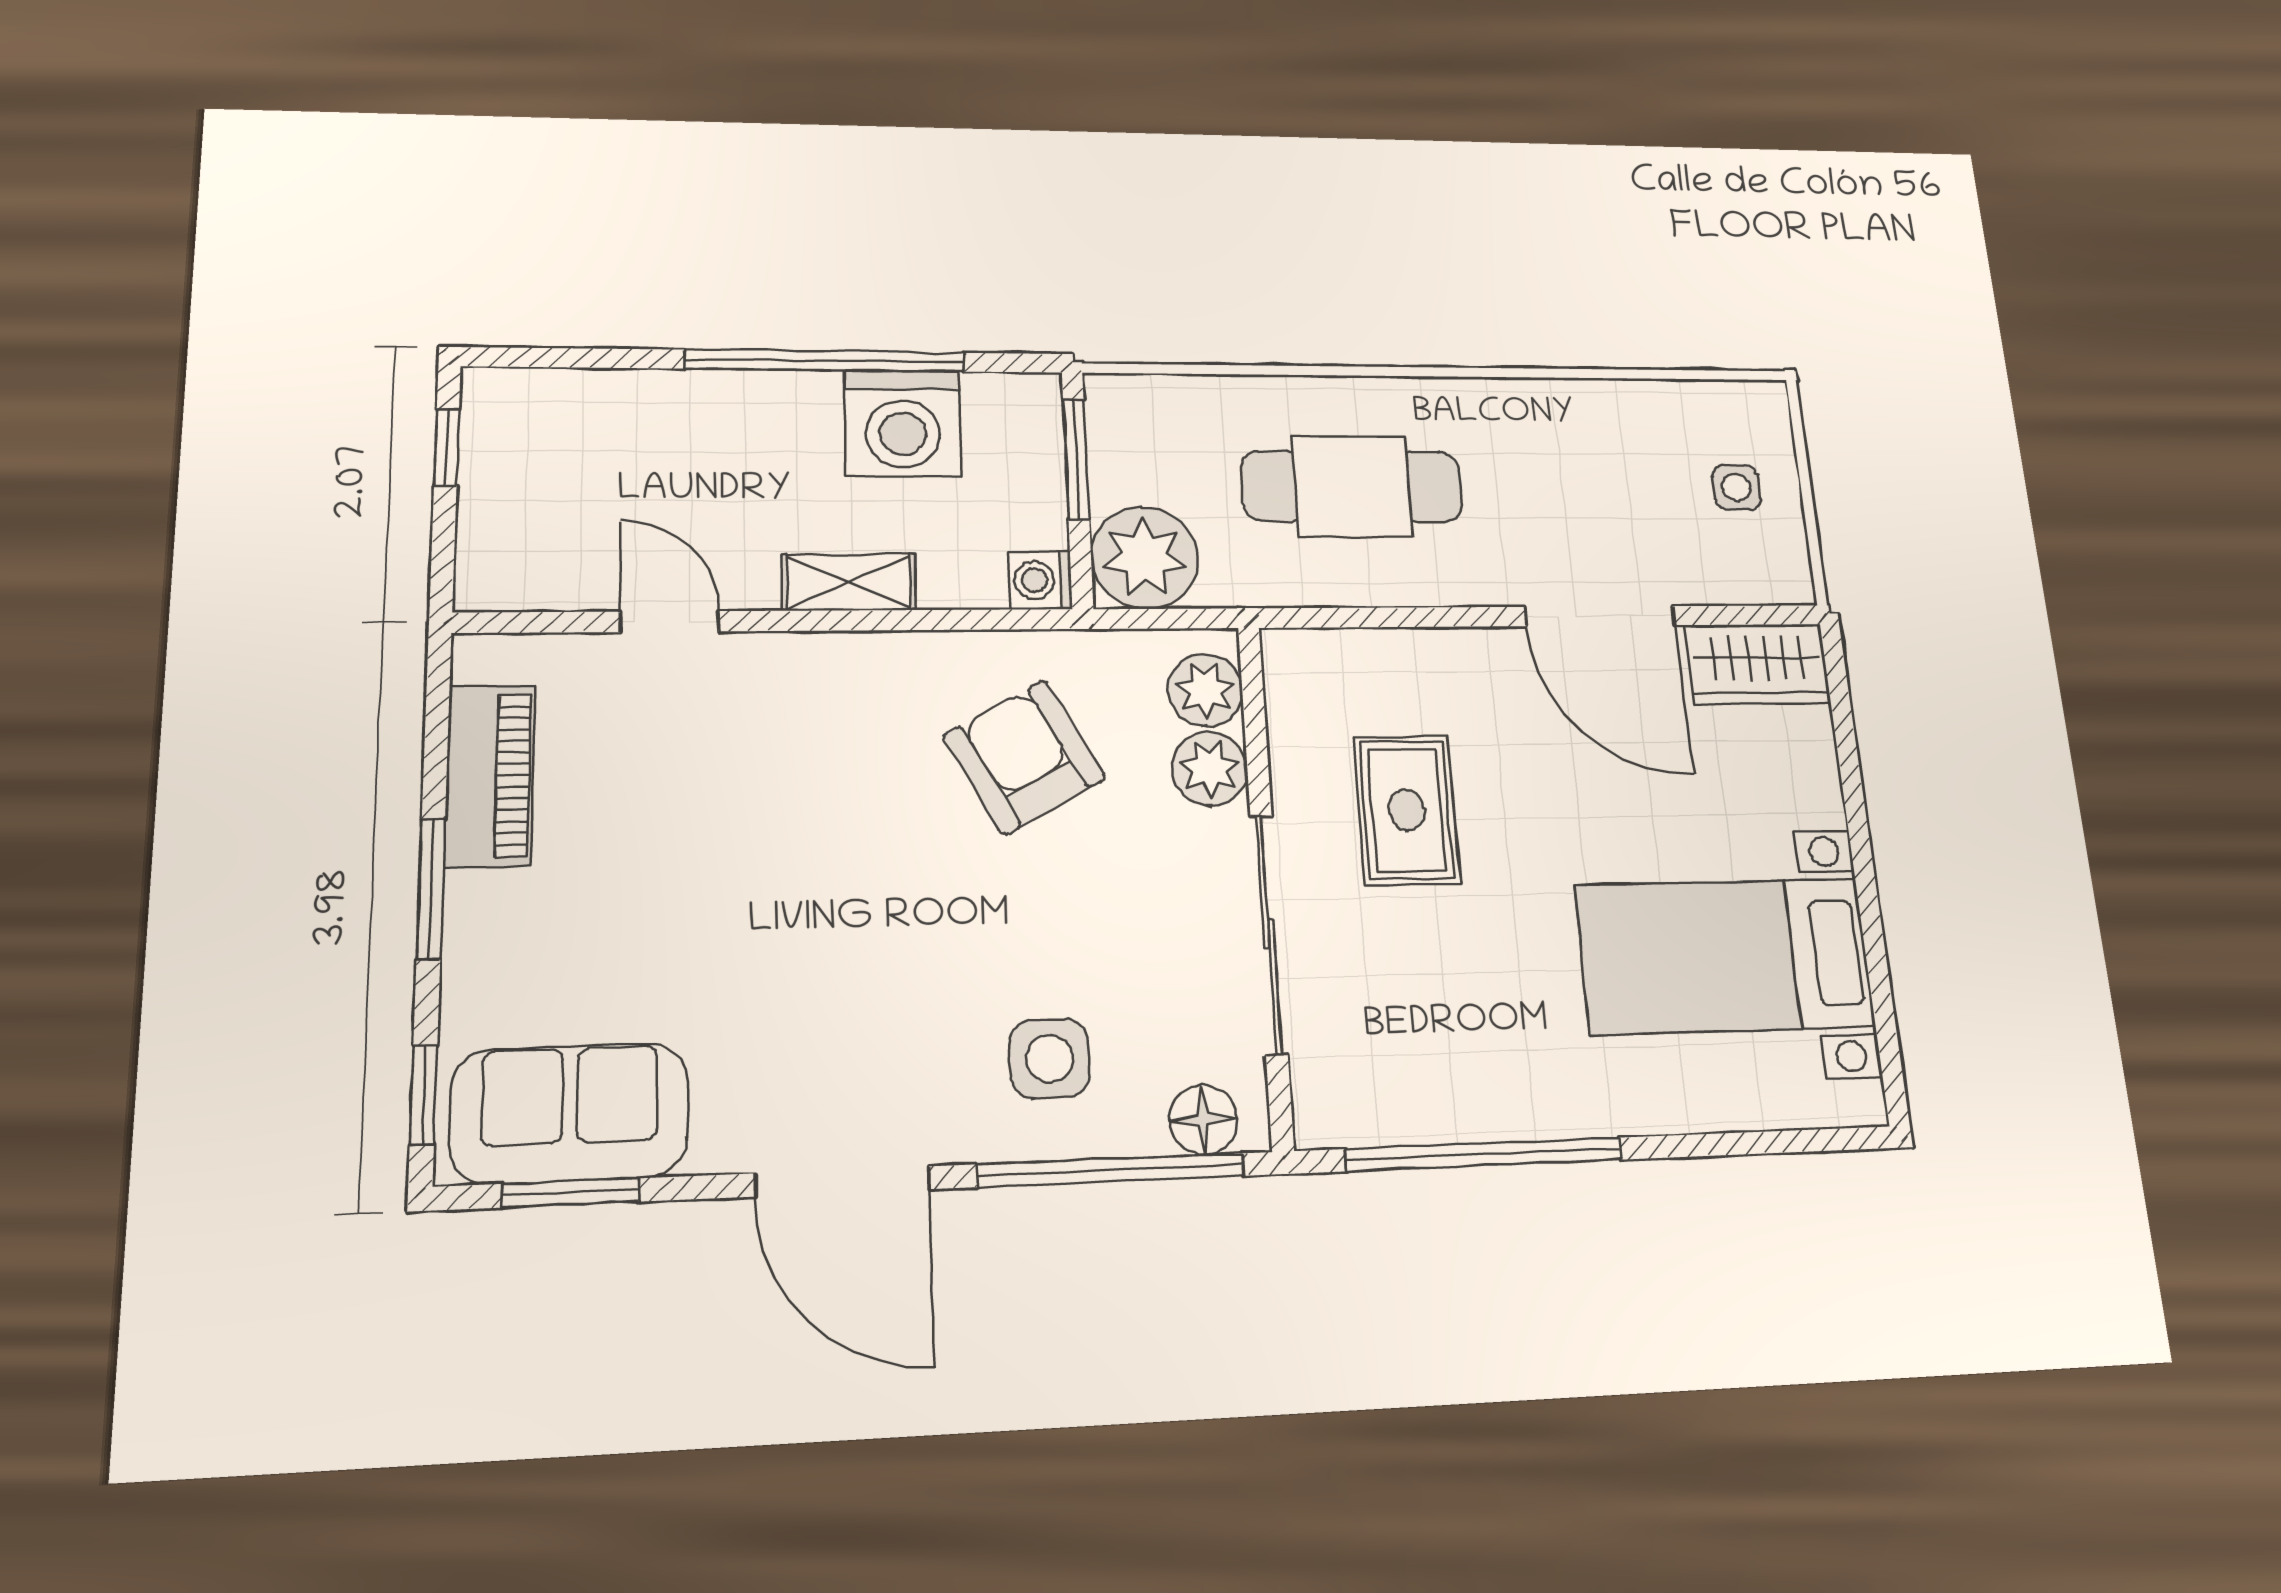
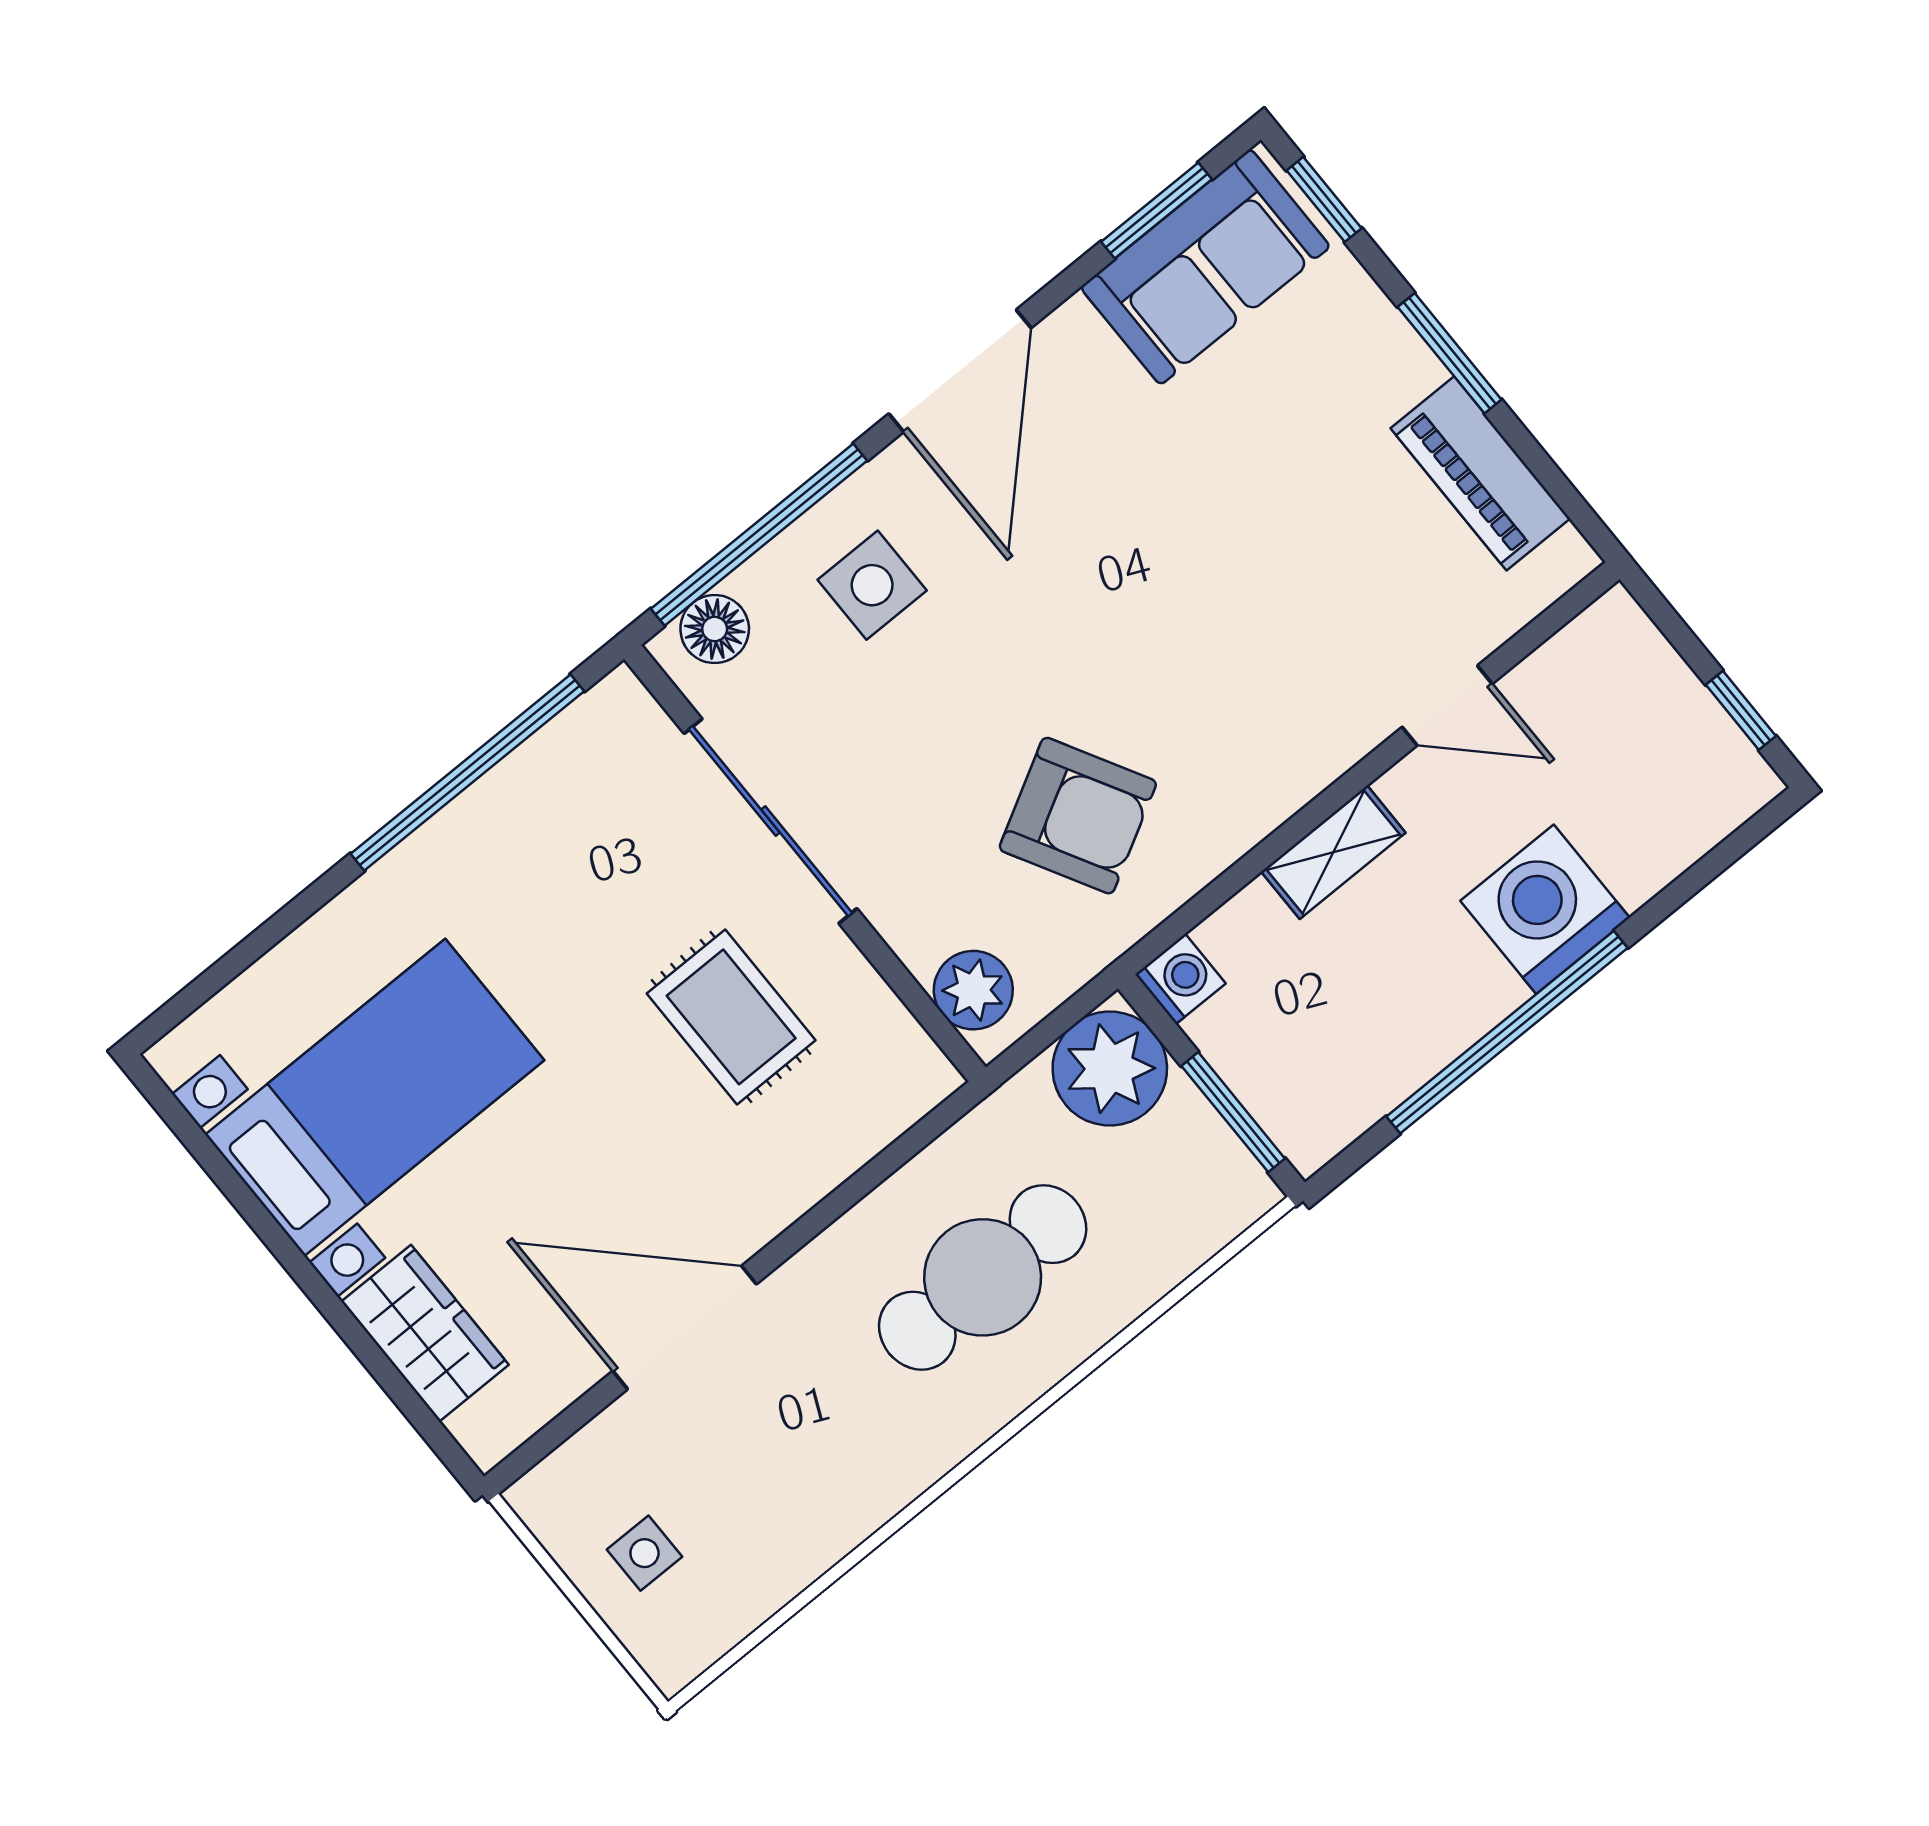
washing machine: (903, 423) -> (1545, 909), moved
wardrobe: (1758, 664) -> (425, 1333), moved, turned 90
plant: (1210, 769) -> (920, 924), removed
door: (843, 1181) -> (960, 371), swing flipped

